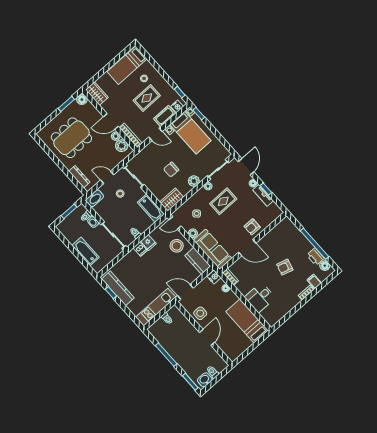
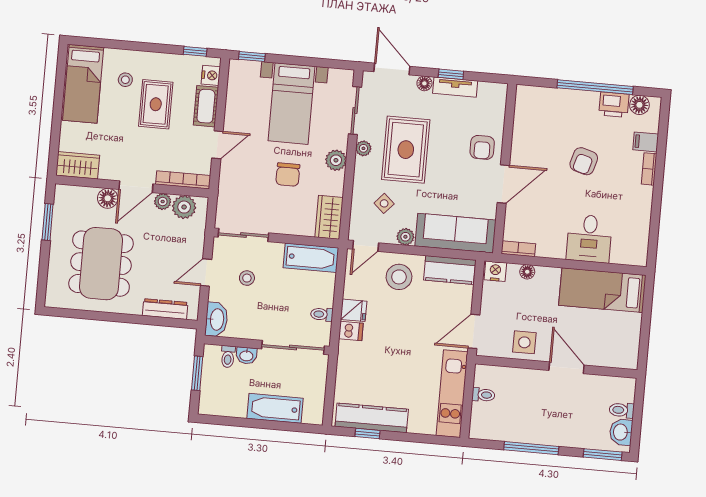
floor lamp: (82, 100) -> (108, 198), moved
bed with nightstands: (190, 133) -> (291, 104), moved, turned 90
rug: (223, 201) -> (406, 150), width x1.36, depth x1.43

